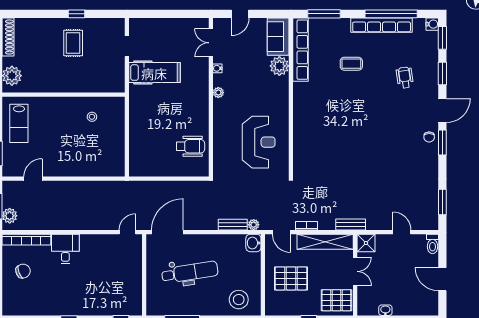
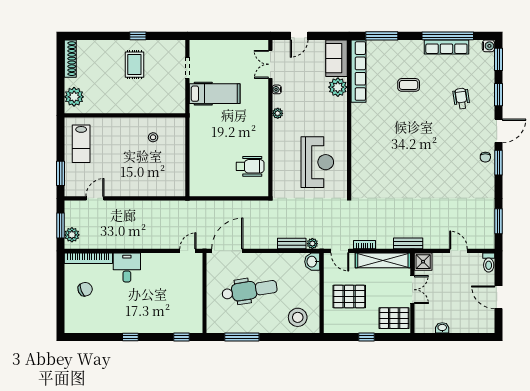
row of seats: (382, 25) -> (446, 47), width x0.73

